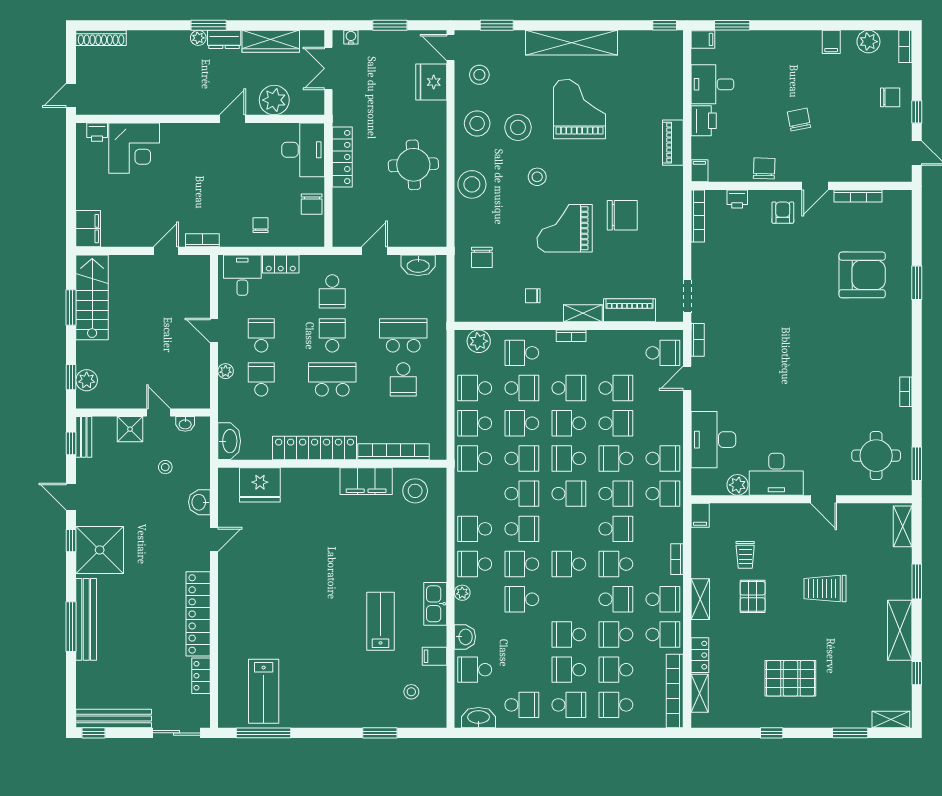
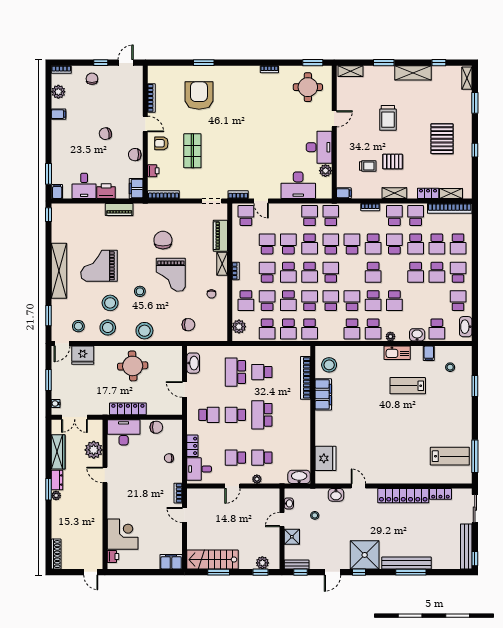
filing cabinet: (699, 171) -> (136, 189), width x2.00
shop shelf: (770, 264) -> (192, 151), added
school desk: (403, 379) -> (262, 372), turned 180
locker: (315, 448) -> (303, 425), removed

